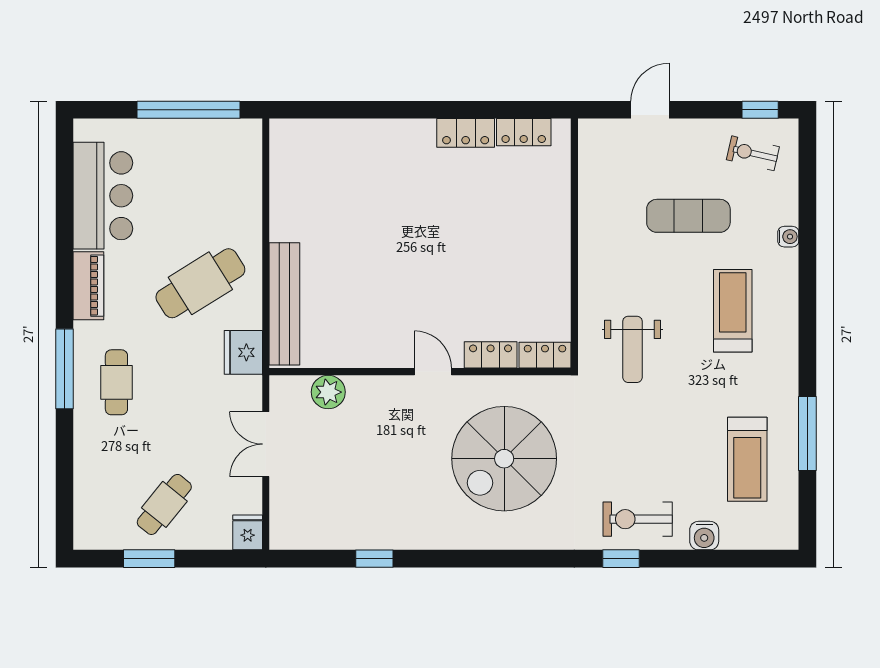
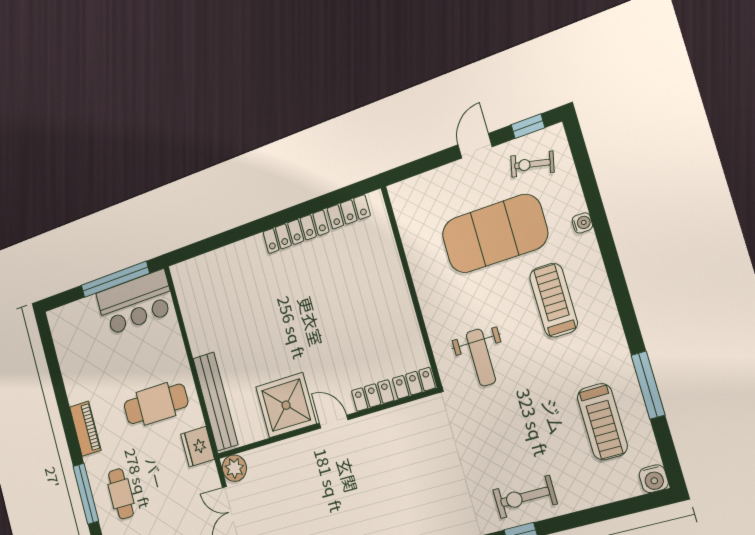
door: (650, 110) -> (475, 146), moved
locker: (466, 133) -> (296, 232), width x1.53
bar counter: (103, 196) -> (135, 303), moved, turned 90
exercise mat: (688, 216) -> (495, 234), width x2.00, depth x1.45
cafe table: (200, 283) -> (156, 404), turned 32
shower: (377, 335) -> (286, 405), added
plant: (328, 392) -> (234, 468), moved
spiral stairs: (504, 459) -> (406, 476), removed
water cooler: (704, 536) -> (654, 479), moved

